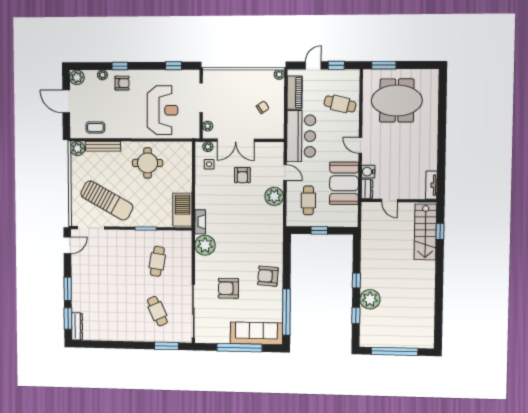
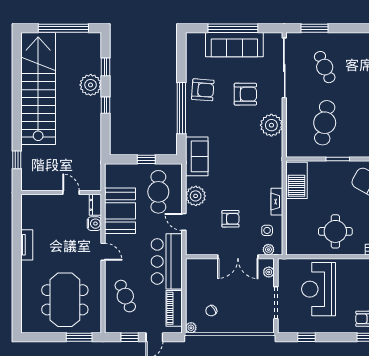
meeting table: (397, 100) -> (65, 300), turned 90
cafe table: (340, 104) -> (125, 296), turned 54
chair: (263, 107) -> (211, 311), moved
double door: (236, 140) -> (238, 257), swing flipped
armchair: (242, 175) -> (230, 219), turned 90
tv unit: (431, 185) -> (27, 245), moved
cafe table: (308, 200) -> (158, 192), width x1.37, depth x1.35
fireplace: (200, 222) -> (277, 202), moved
stairs: (425, 232) -> (38, 89), moved, width x1.86, depth x1.51
sofa: (273, 233) -> (197, 156), added
plant: (205, 245) -> (271, 125), moved
cafe table: (157, 261) -> (325, 123), width x1.37, depth x1.35
armchair: (268, 276) -> (203, 90), moved
window: (286, 312) -> (181, 108), moved
sofa: (256, 333) -> (234, 45), moved

